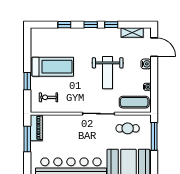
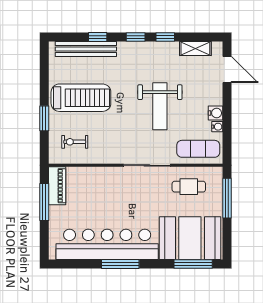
bench: (56, 33) -> (86, 49), added
water cooler: (146, 64) -> (215, 113), moved

